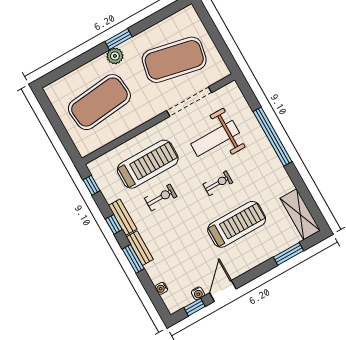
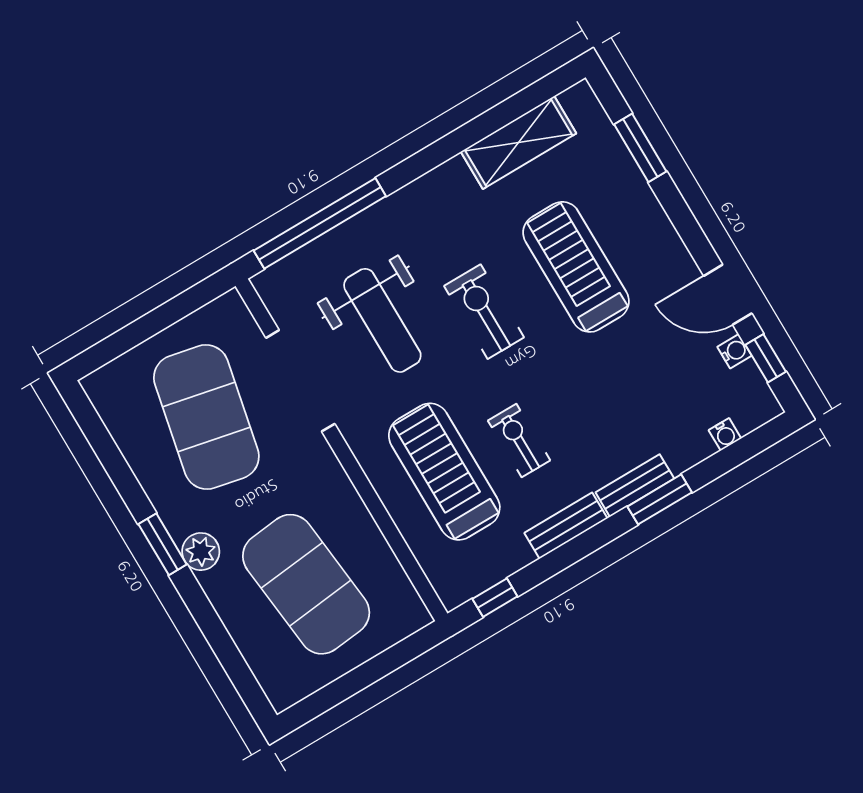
window: (273, 137) -> (320, 223), moved
exercise bike: (218, 183) -> (484, 312), width x1.38, depth x1.39
shelving: (300, 214) -> (518, 142), moved
window: (114, 224) -> (583, 545), removed

